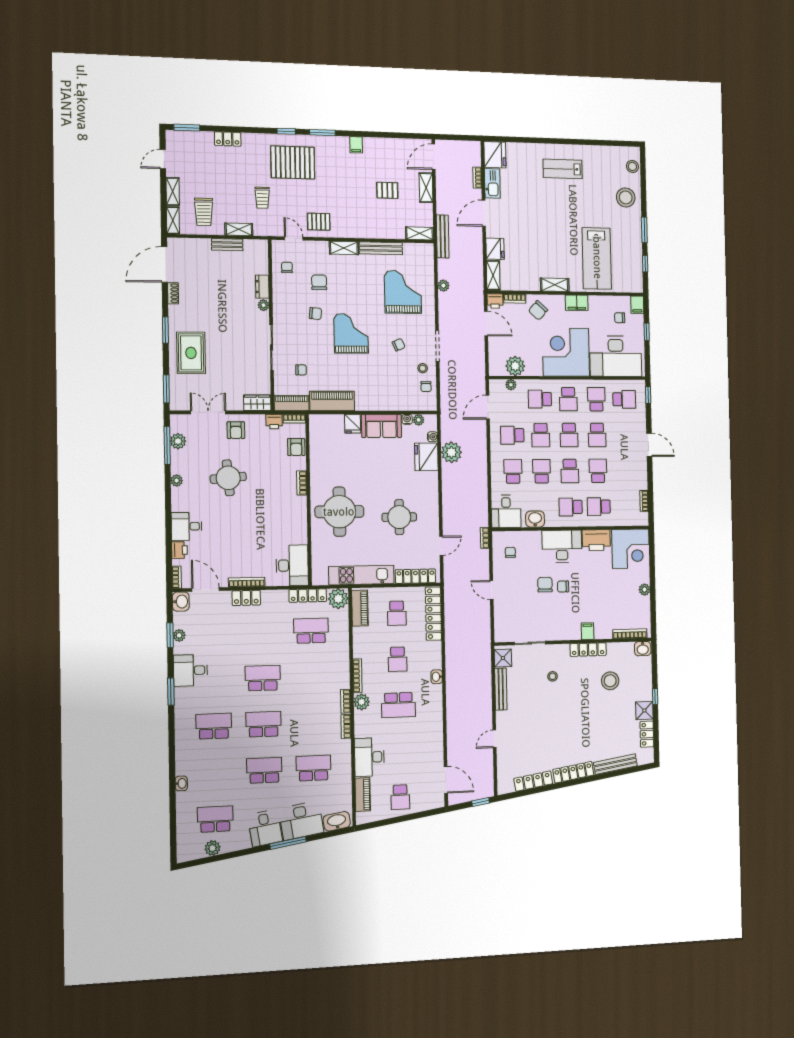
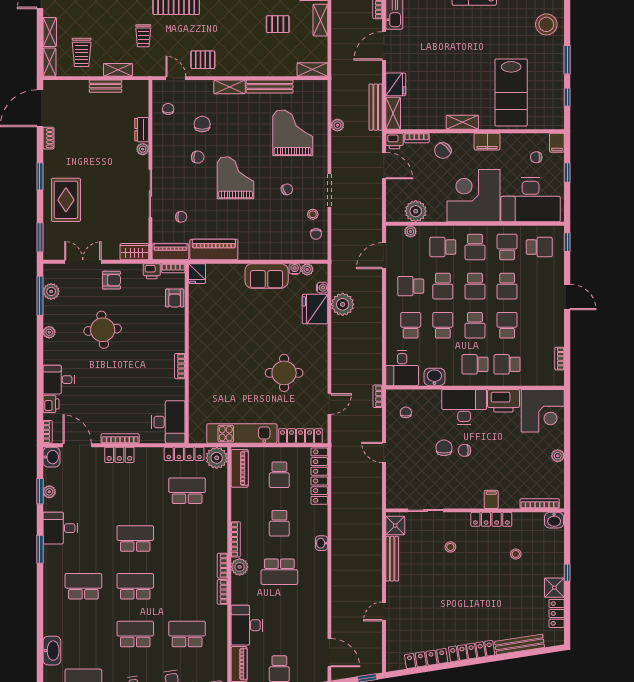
bench: (443, 236) -> (376, 107), moved
fridge: (353, 424) -> (197, 274), moved
armchair: (236, 430) -> (111, 280), turned -90
bookcase: (302, 483) -> (180, 366), moved
round table: (339, 512) -> (220, 366), removed
stool: (610, 681) -> (516, 554), width x0.53, depth x0.53
washbasin: (181, 783) -> (52, 651), width x1.91, depth x1.45

